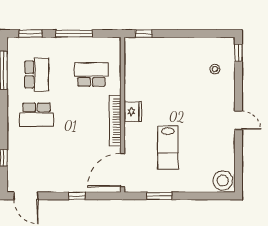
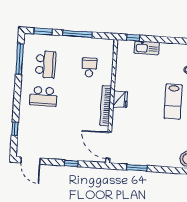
kitchen sink: (162, 45) -> (147, 48), added
school desk: (91, 75) -> (89, 67), width x0.54
lab bench: (168, 148) -> (173, 102), moved
door: (122, 170) -> (109, 145), hinge flipped

